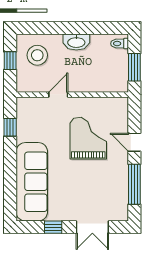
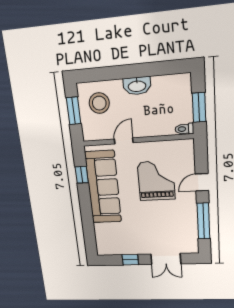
toilet: (120, 44) -> (184, 129), moved
window: (10, 61) -> (74, 111), width x1.50
door: (134, 142) -> (202, 182), hinge flipped
sofa: (32, 182) -> (103, 187), moved

